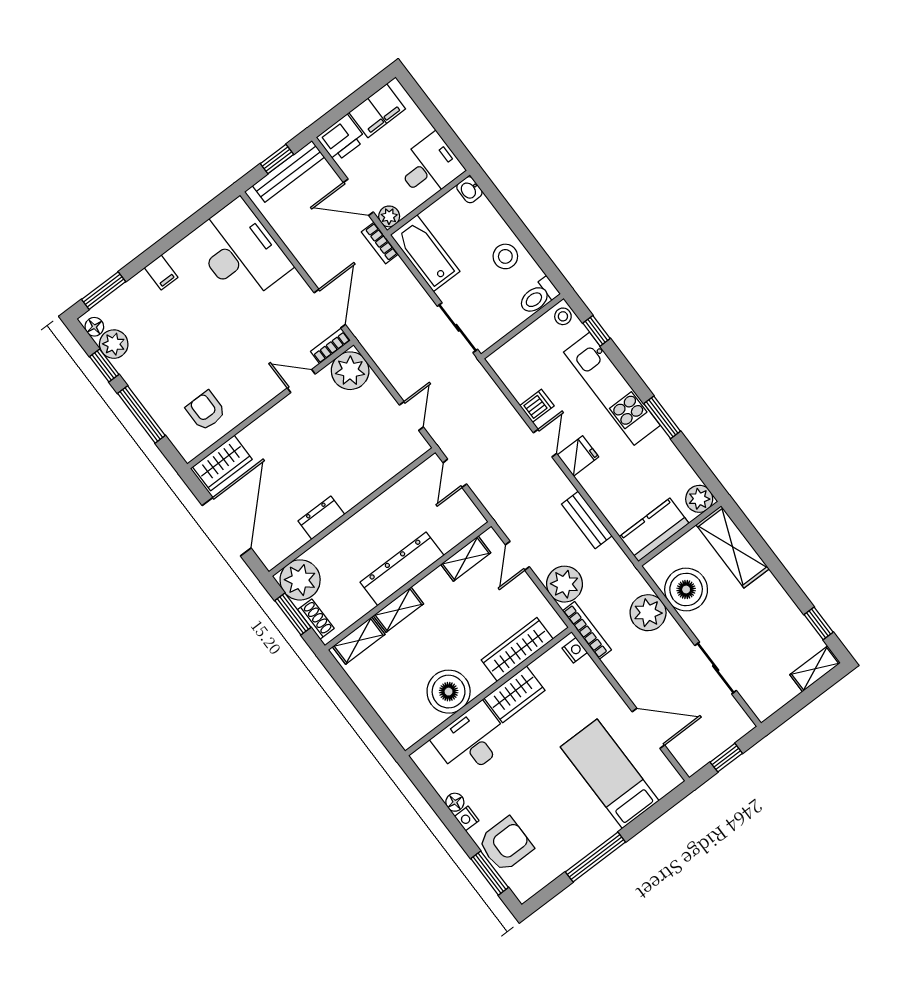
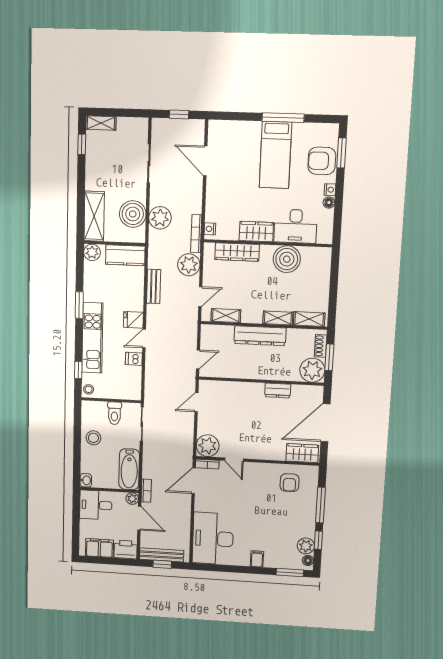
toilet: (538, 296) -> (114, 413), moved, turned 90
bed: (610, 774) -> (275, 155), moved

